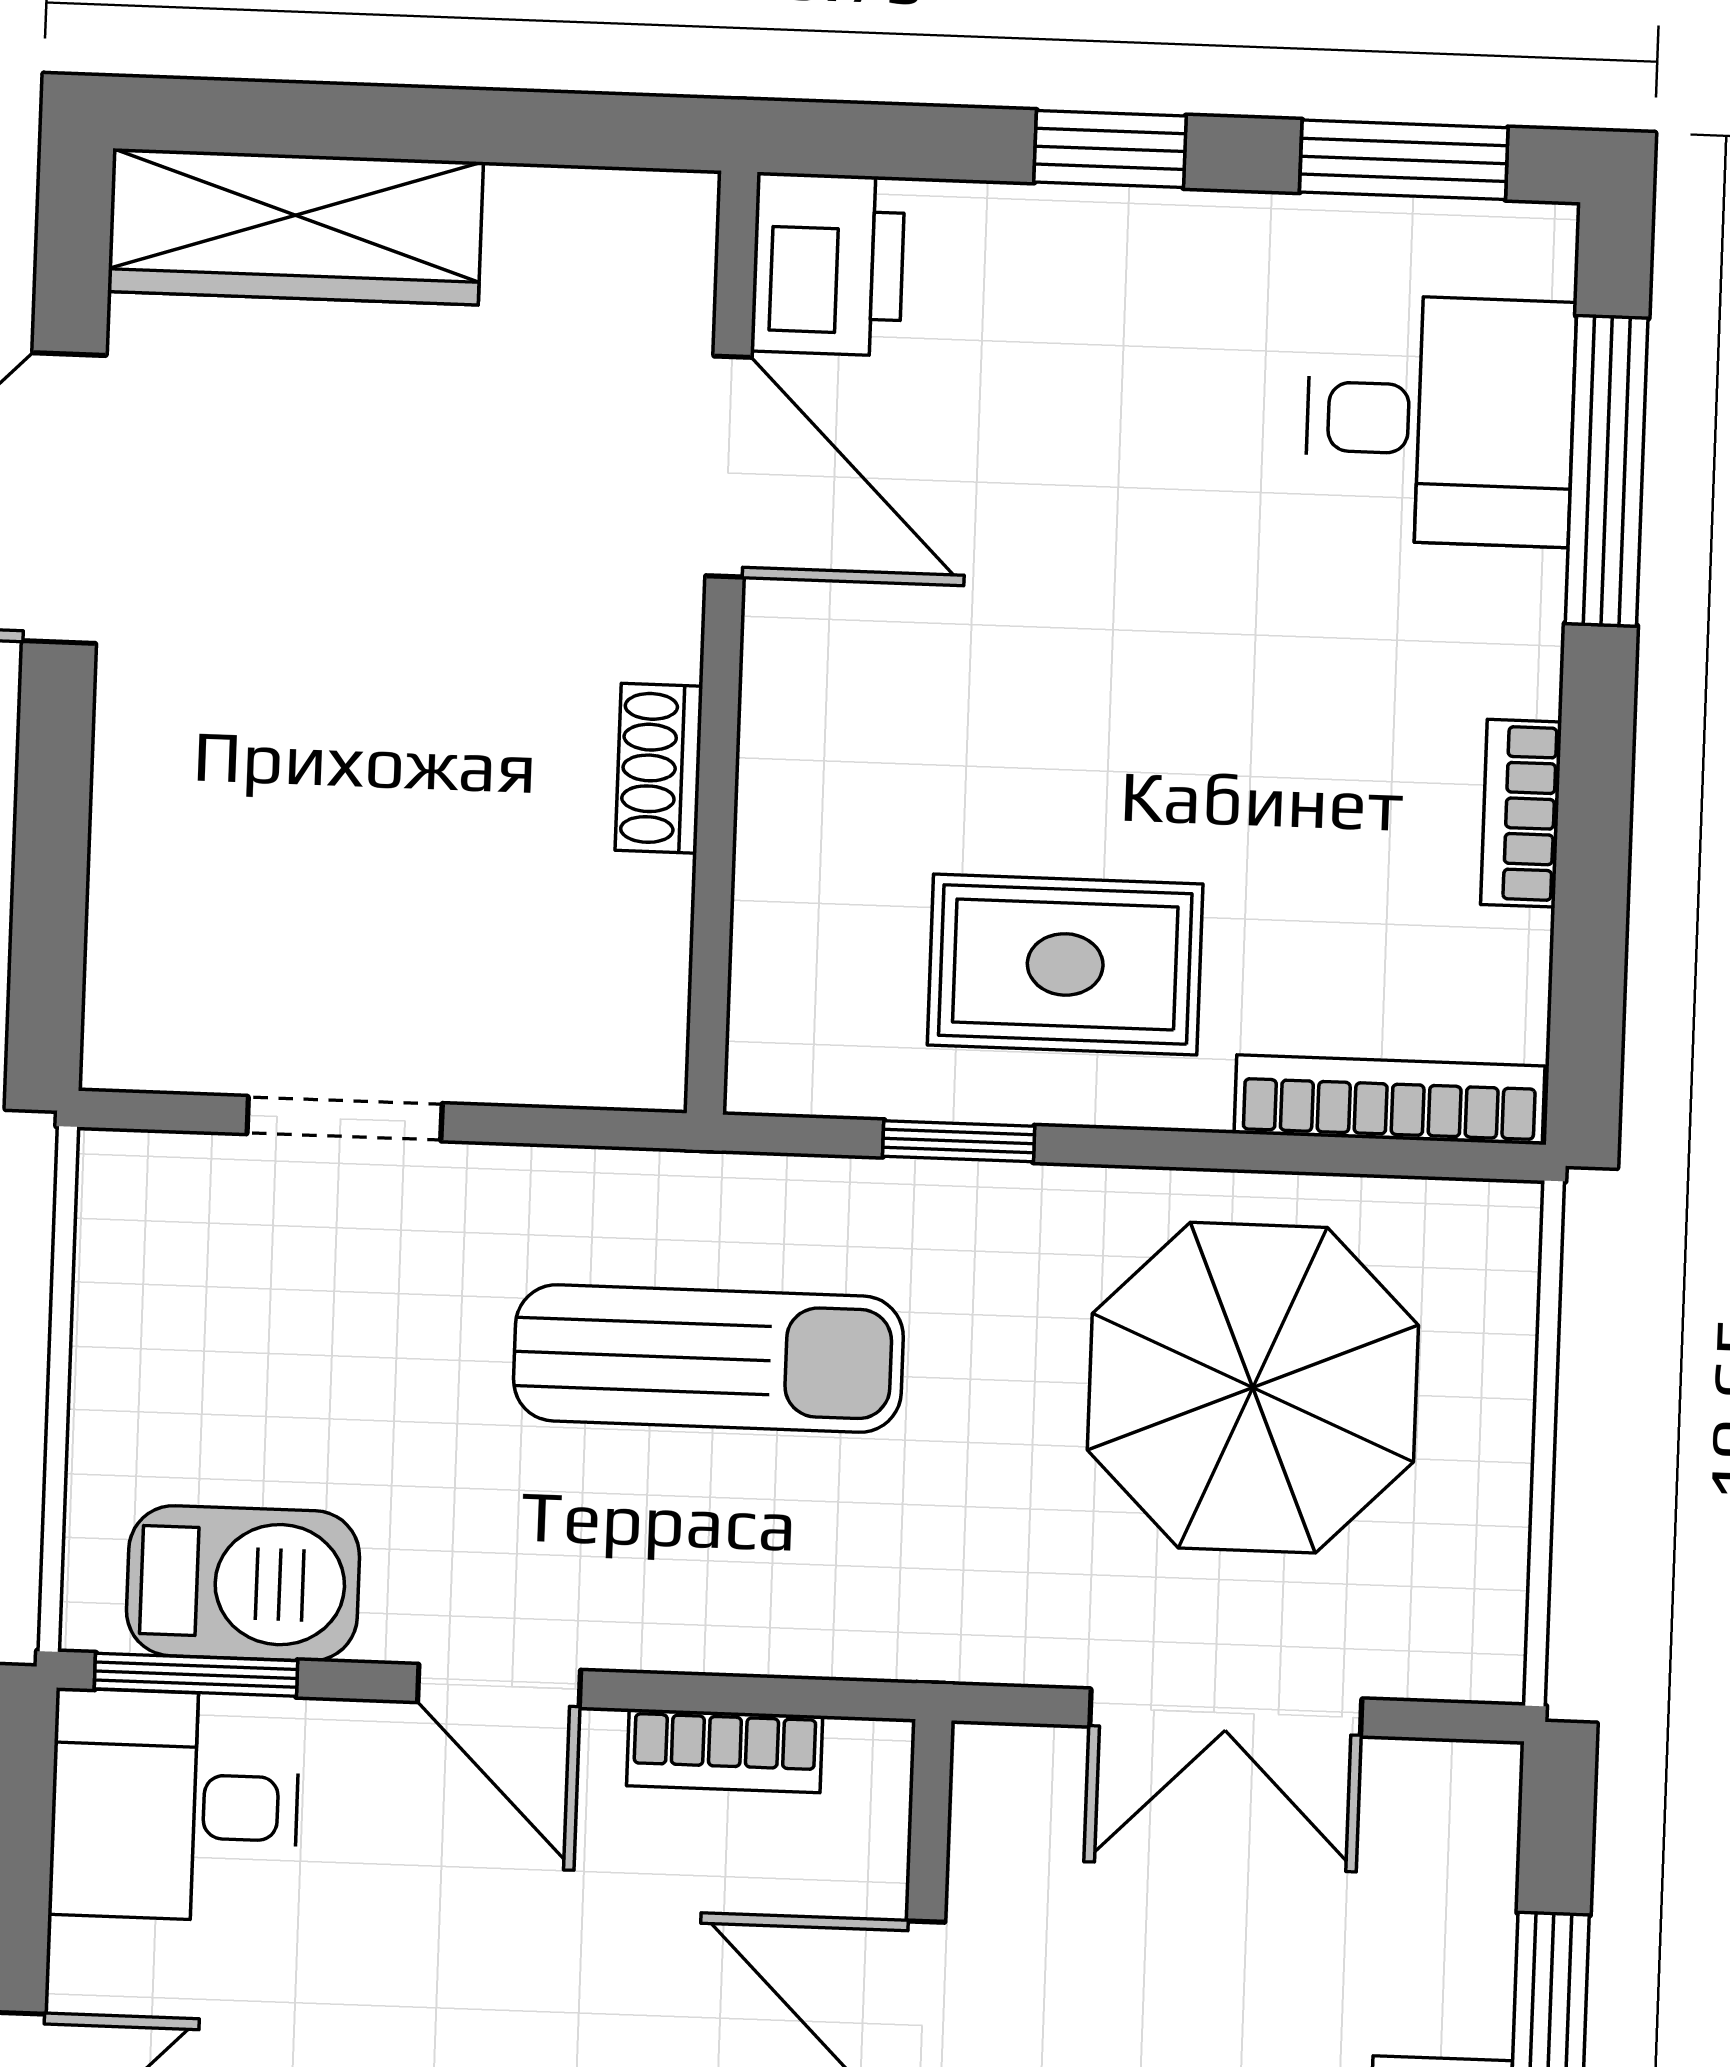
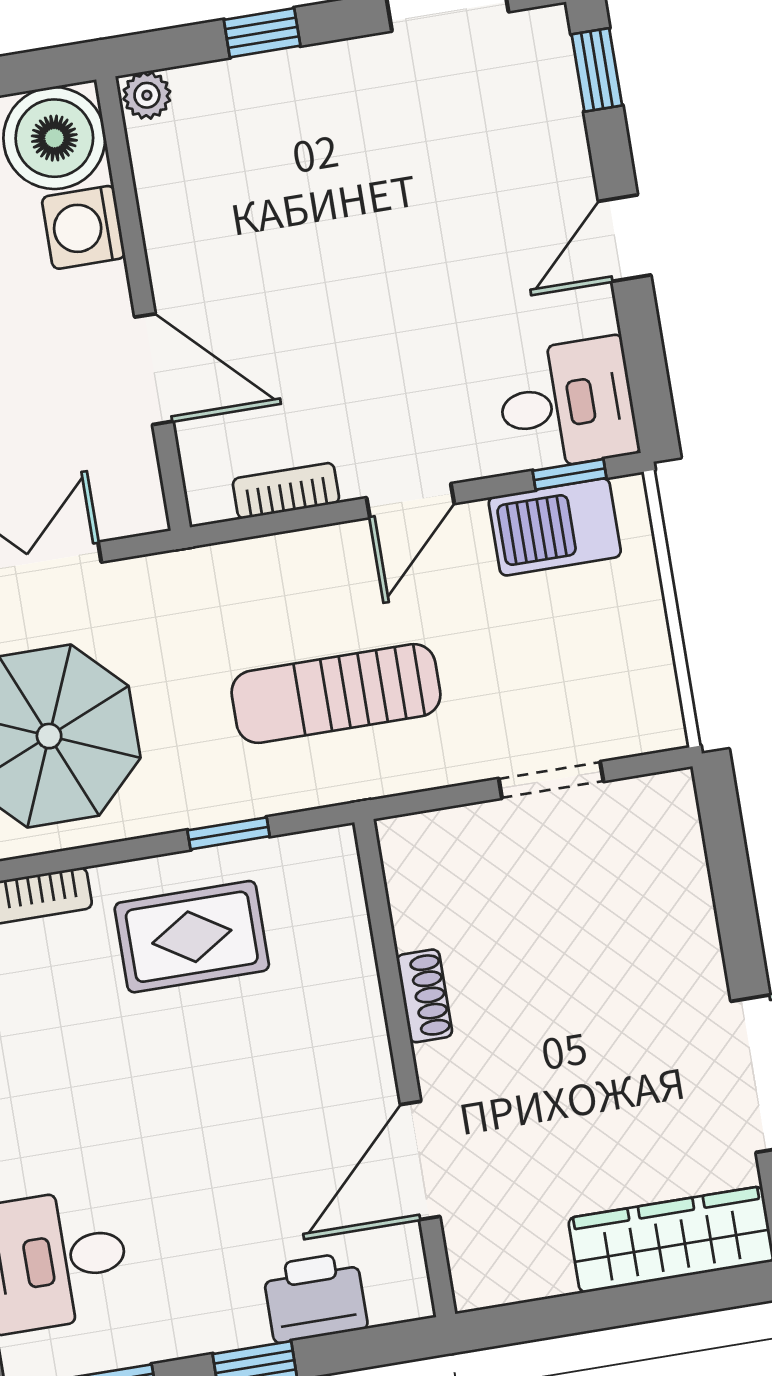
printer: (828, 264) -> (315, 1297), moved, turned 90
door: (729, 467) -> (420, 1161), hinge flipped
window: (196, 1675) -> (569, 474), width x0.67
door: (499, 1686) -> (410, 501), swing flipped

